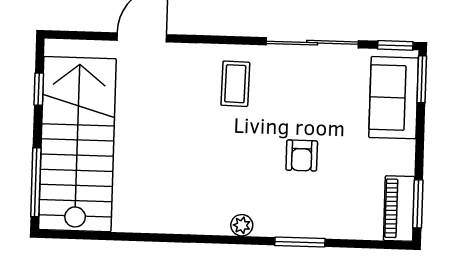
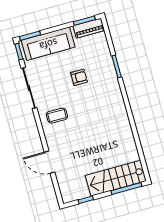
sofa: (394, 98) -> (48, 44), width x1.36
stairs: (77, 144) -> (116, 178), width x0.73, depth x0.66
plant: (242, 225) -> (117, 94), removed

